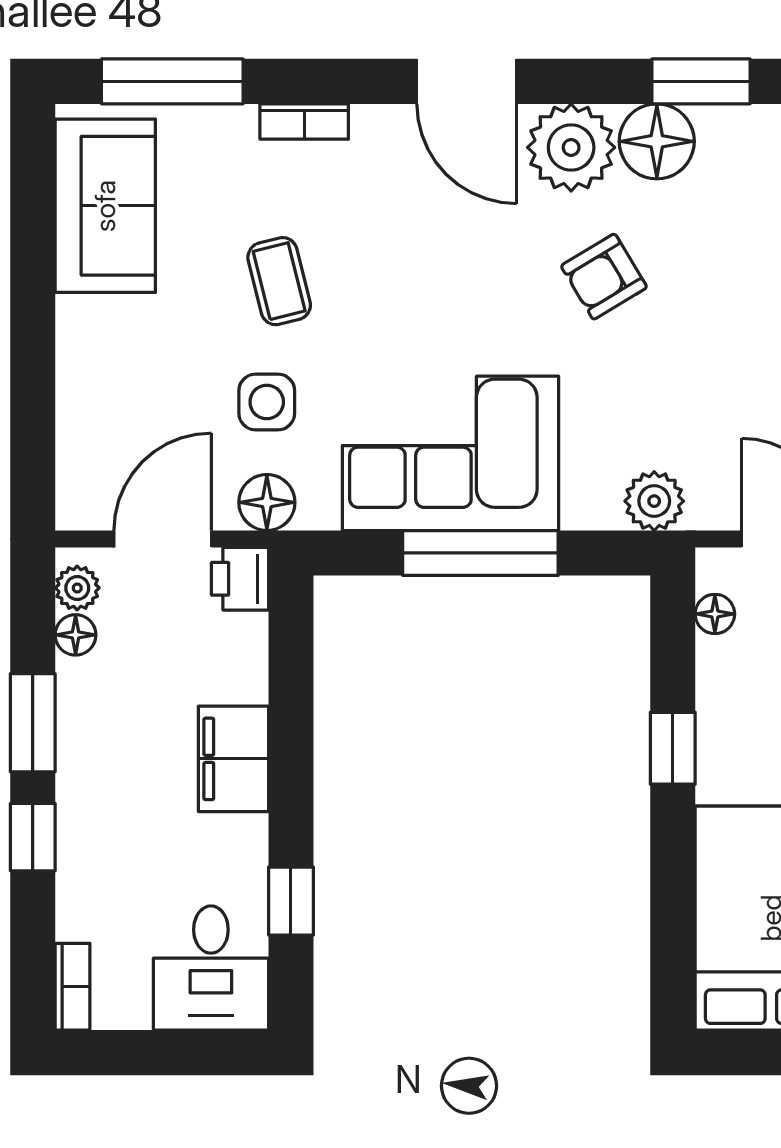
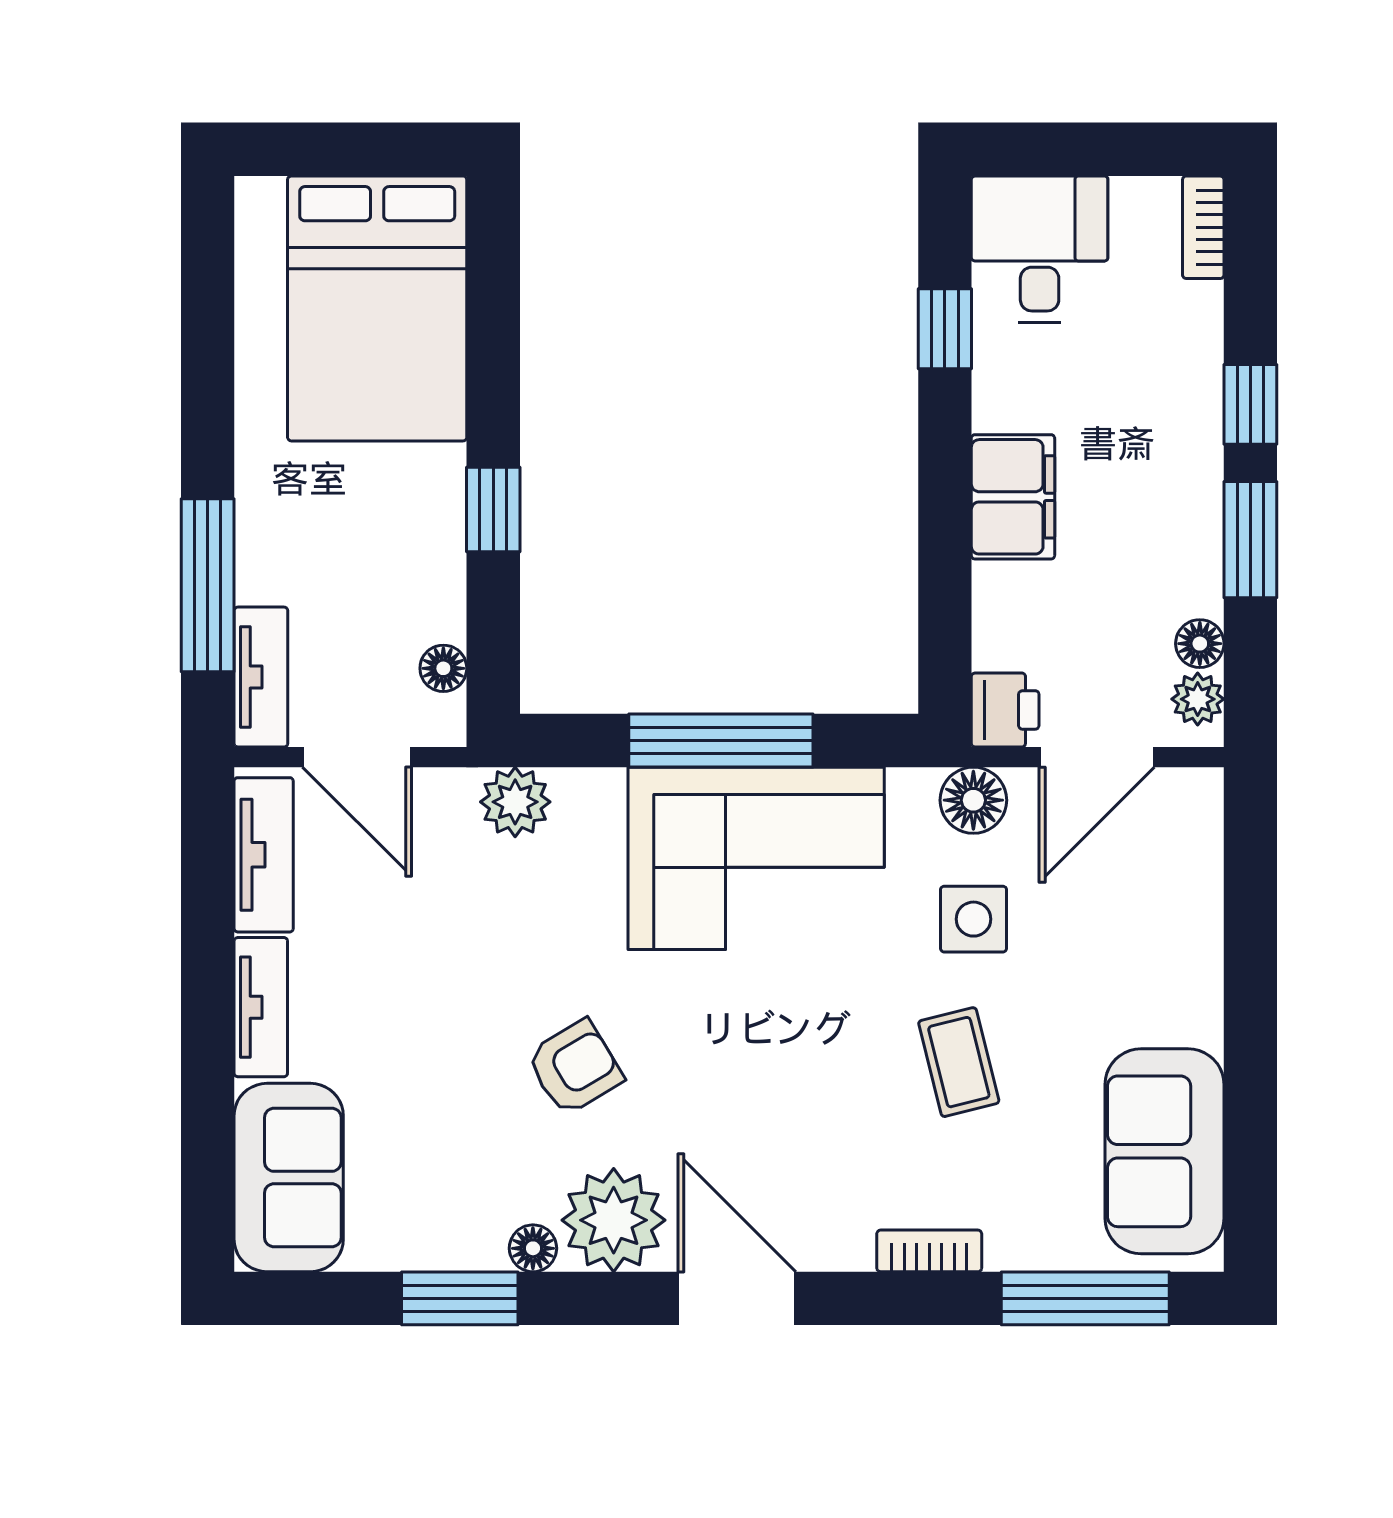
floor lamp: (657, 141) -> (533, 1248), width x0.53, depth x0.53

